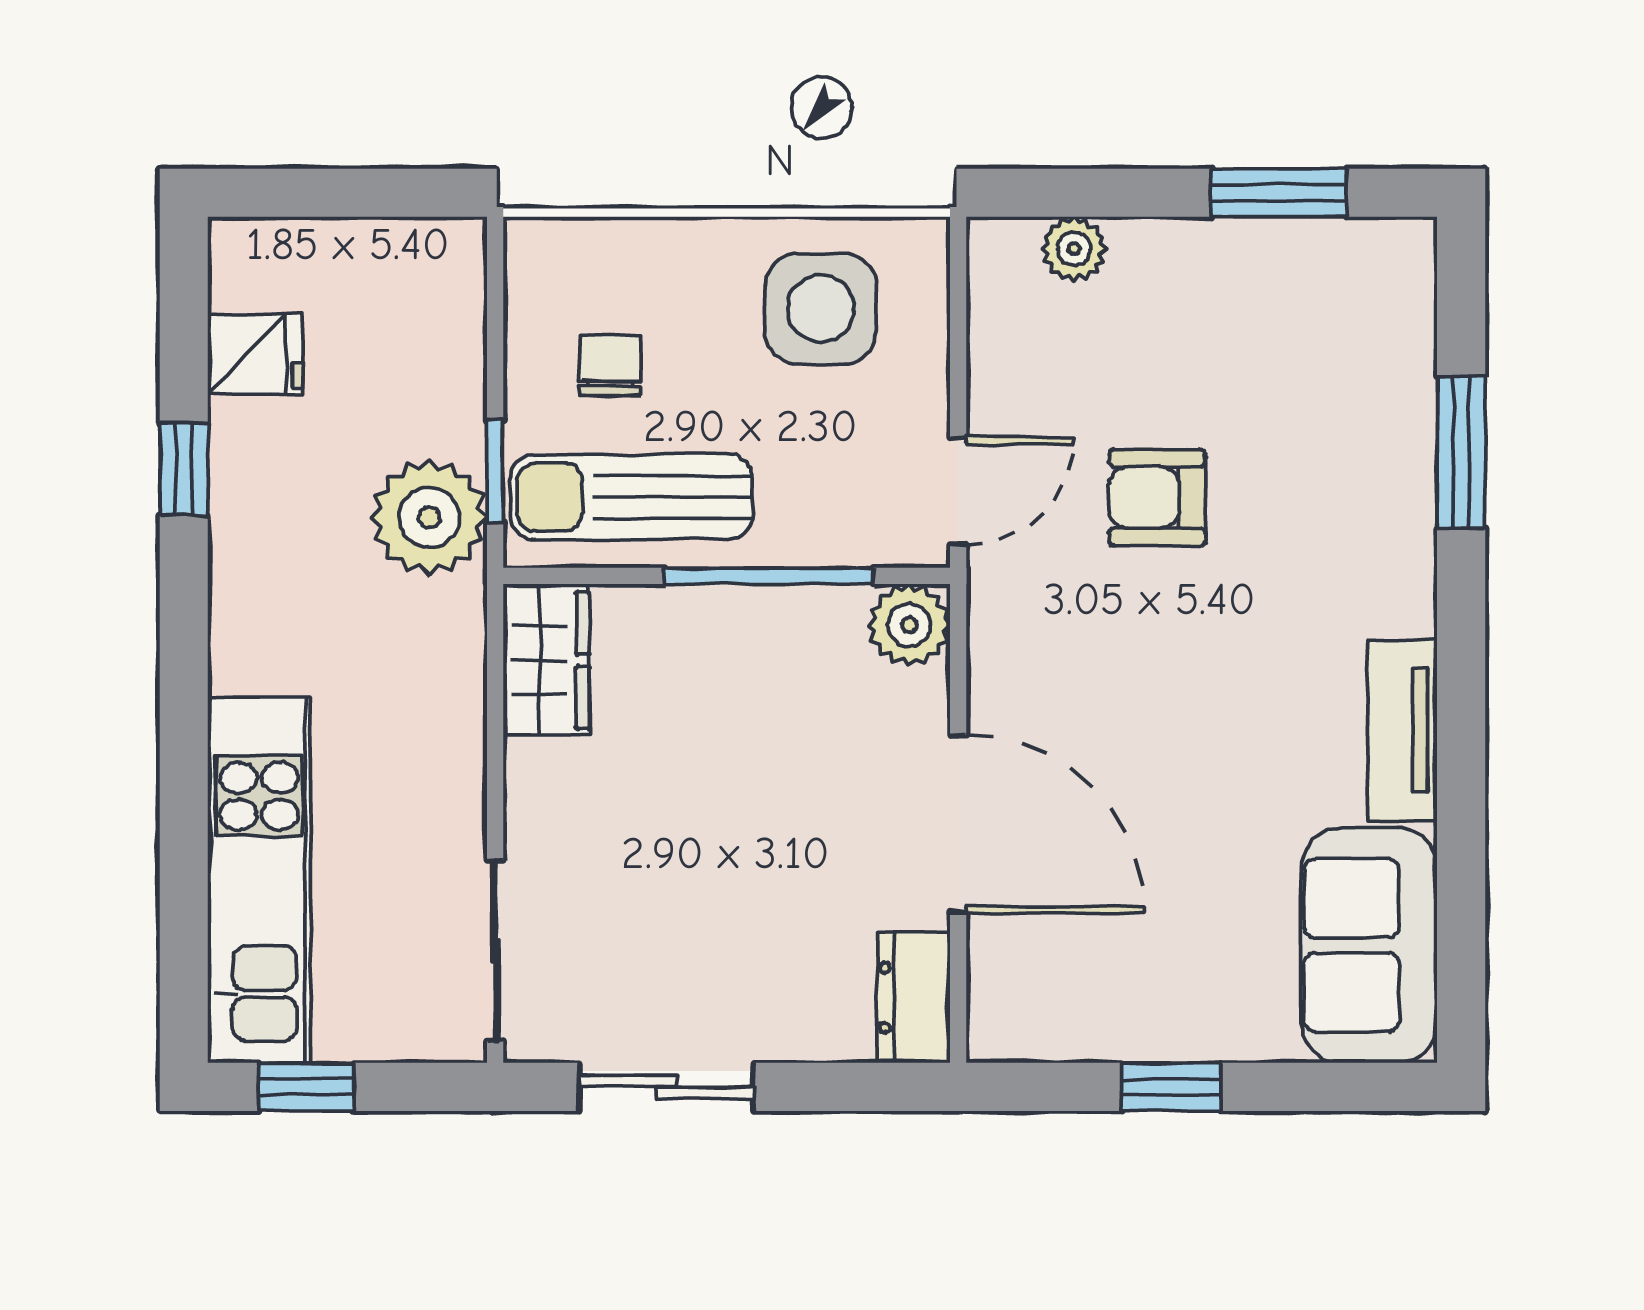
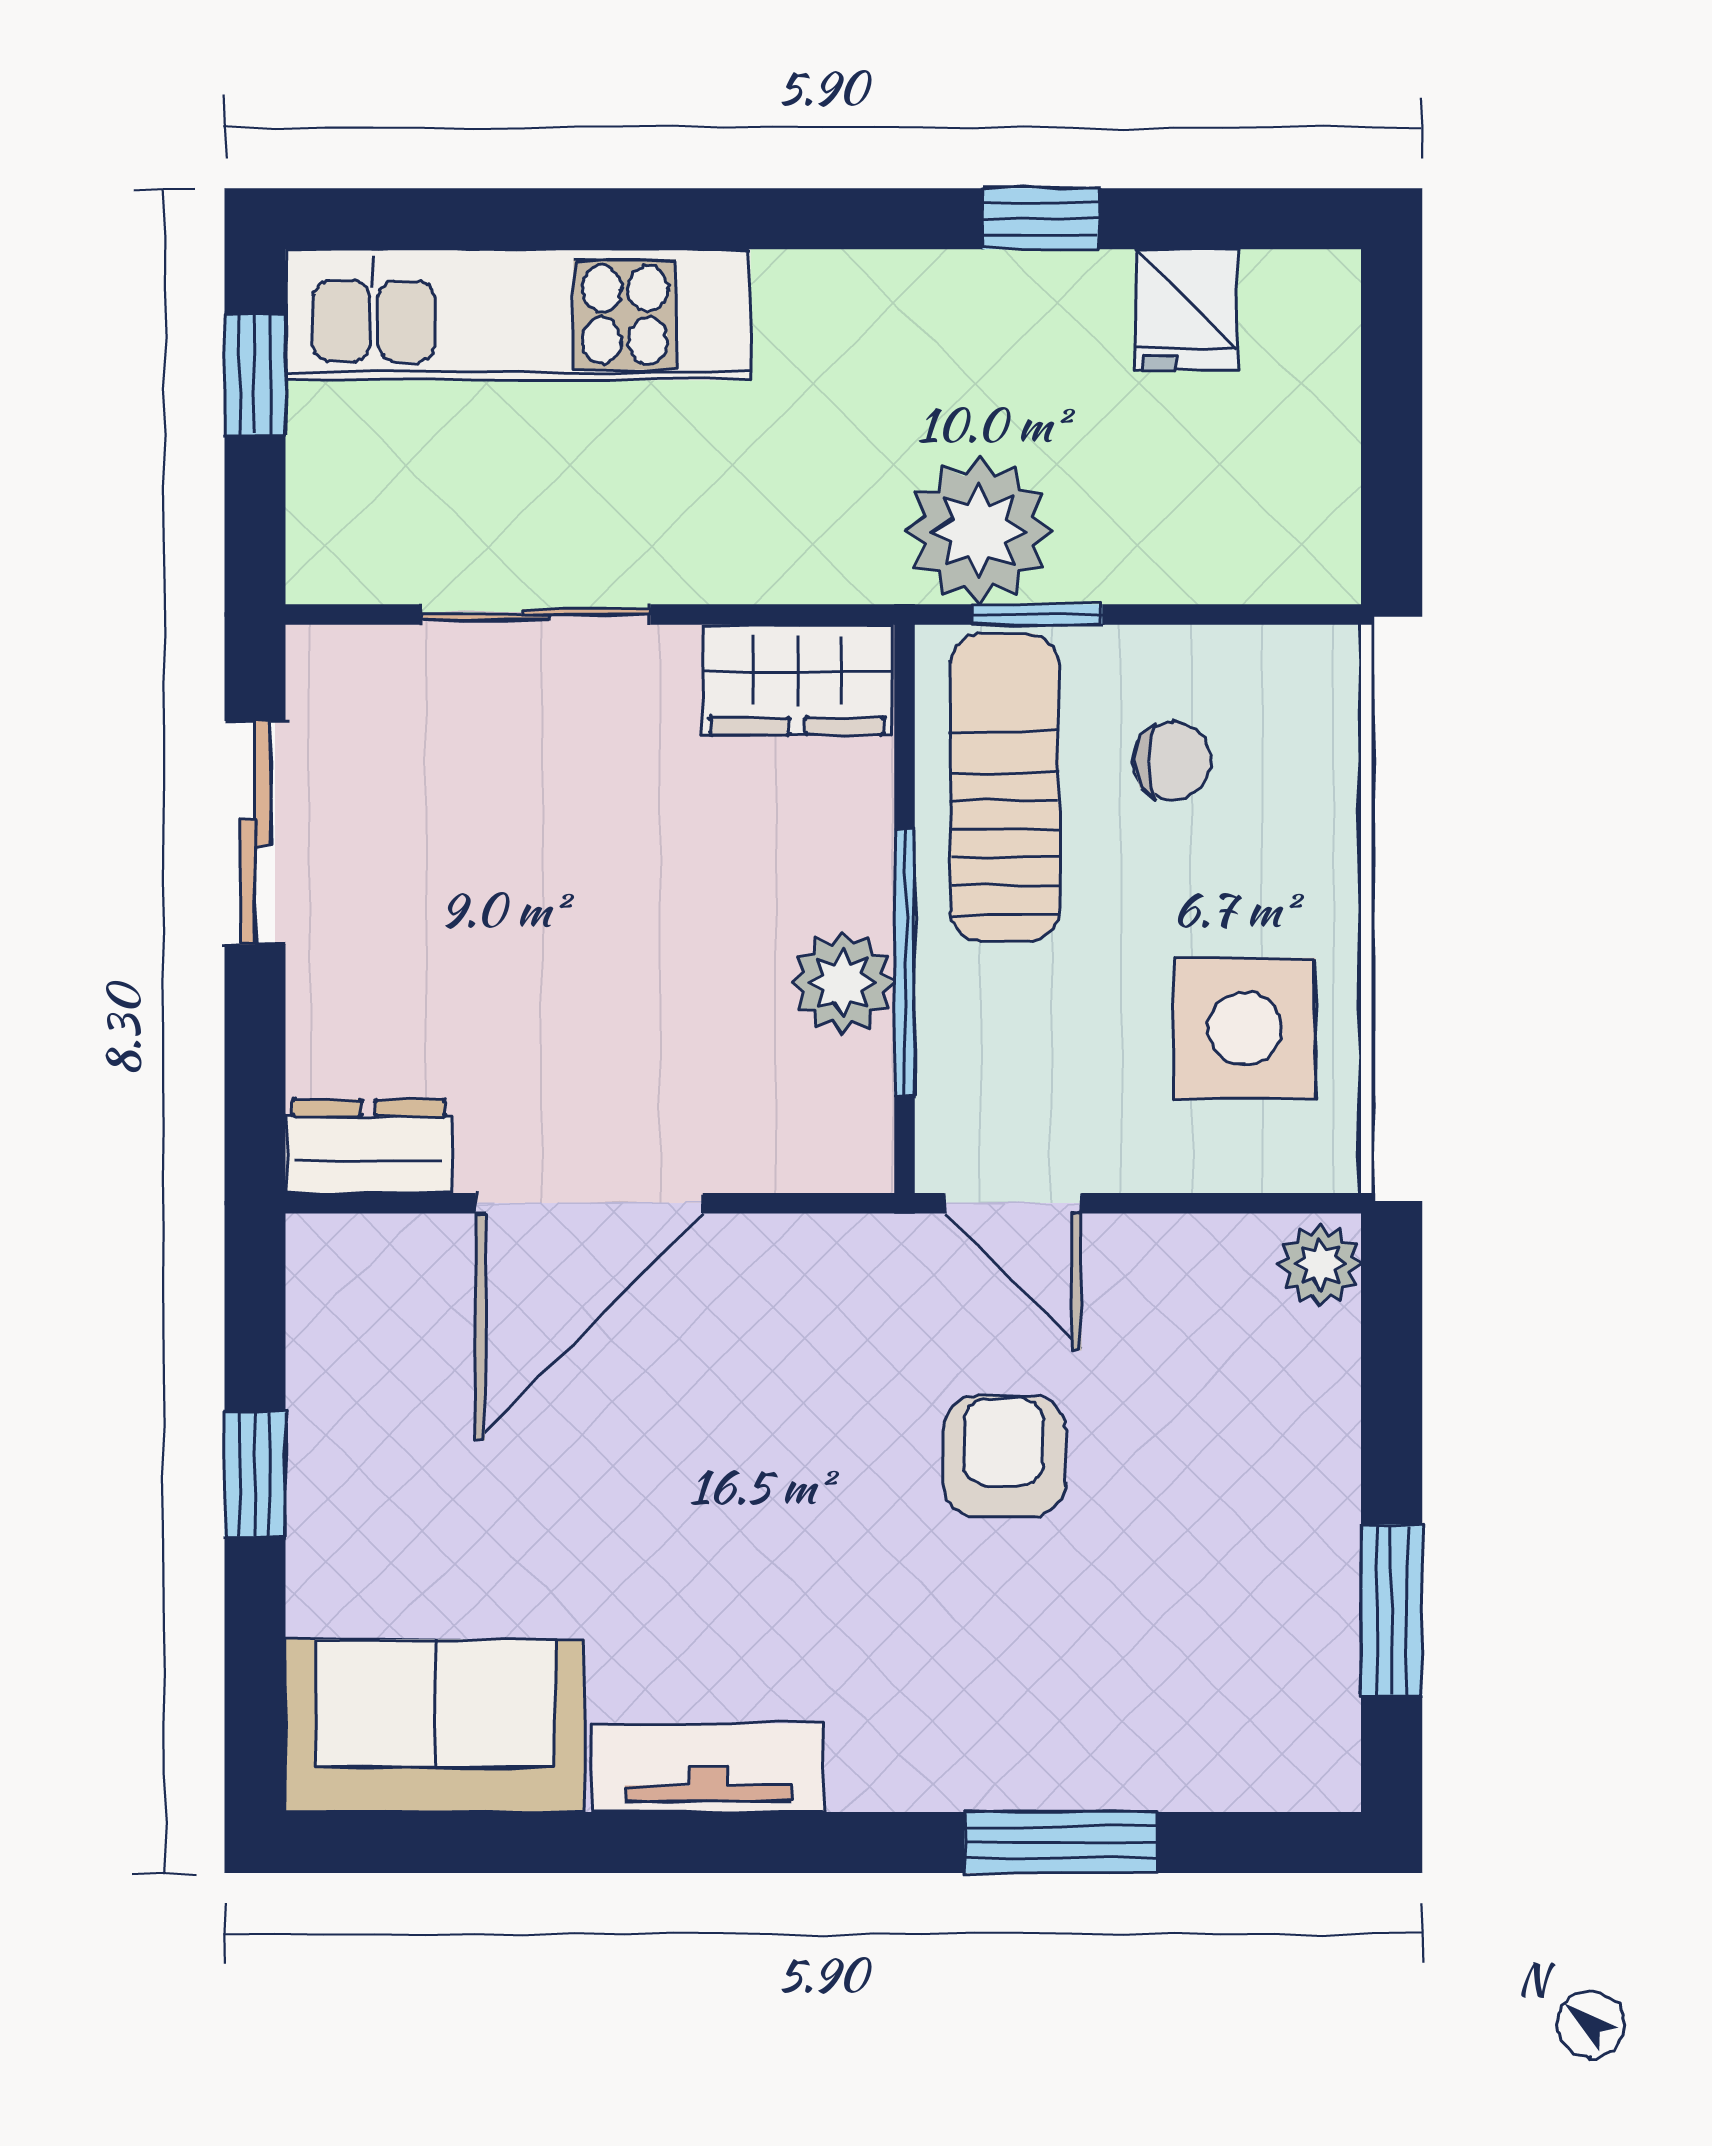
plant: (1074, 249) -> (1320, 1265), moved
plant: (909, 625) -> (842, 983), moved
sliding door: (495, 951) -> (536, 615), moved

